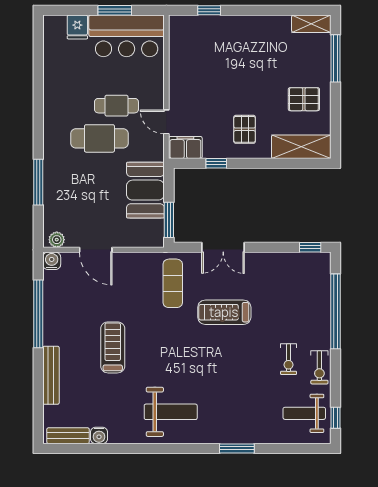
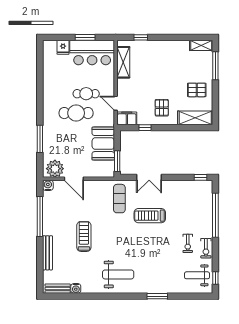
shelving: (179, 52) -> (123, 62), added
plant: (57, 240) -> (55, 169), width x1.88, depth x1.88

